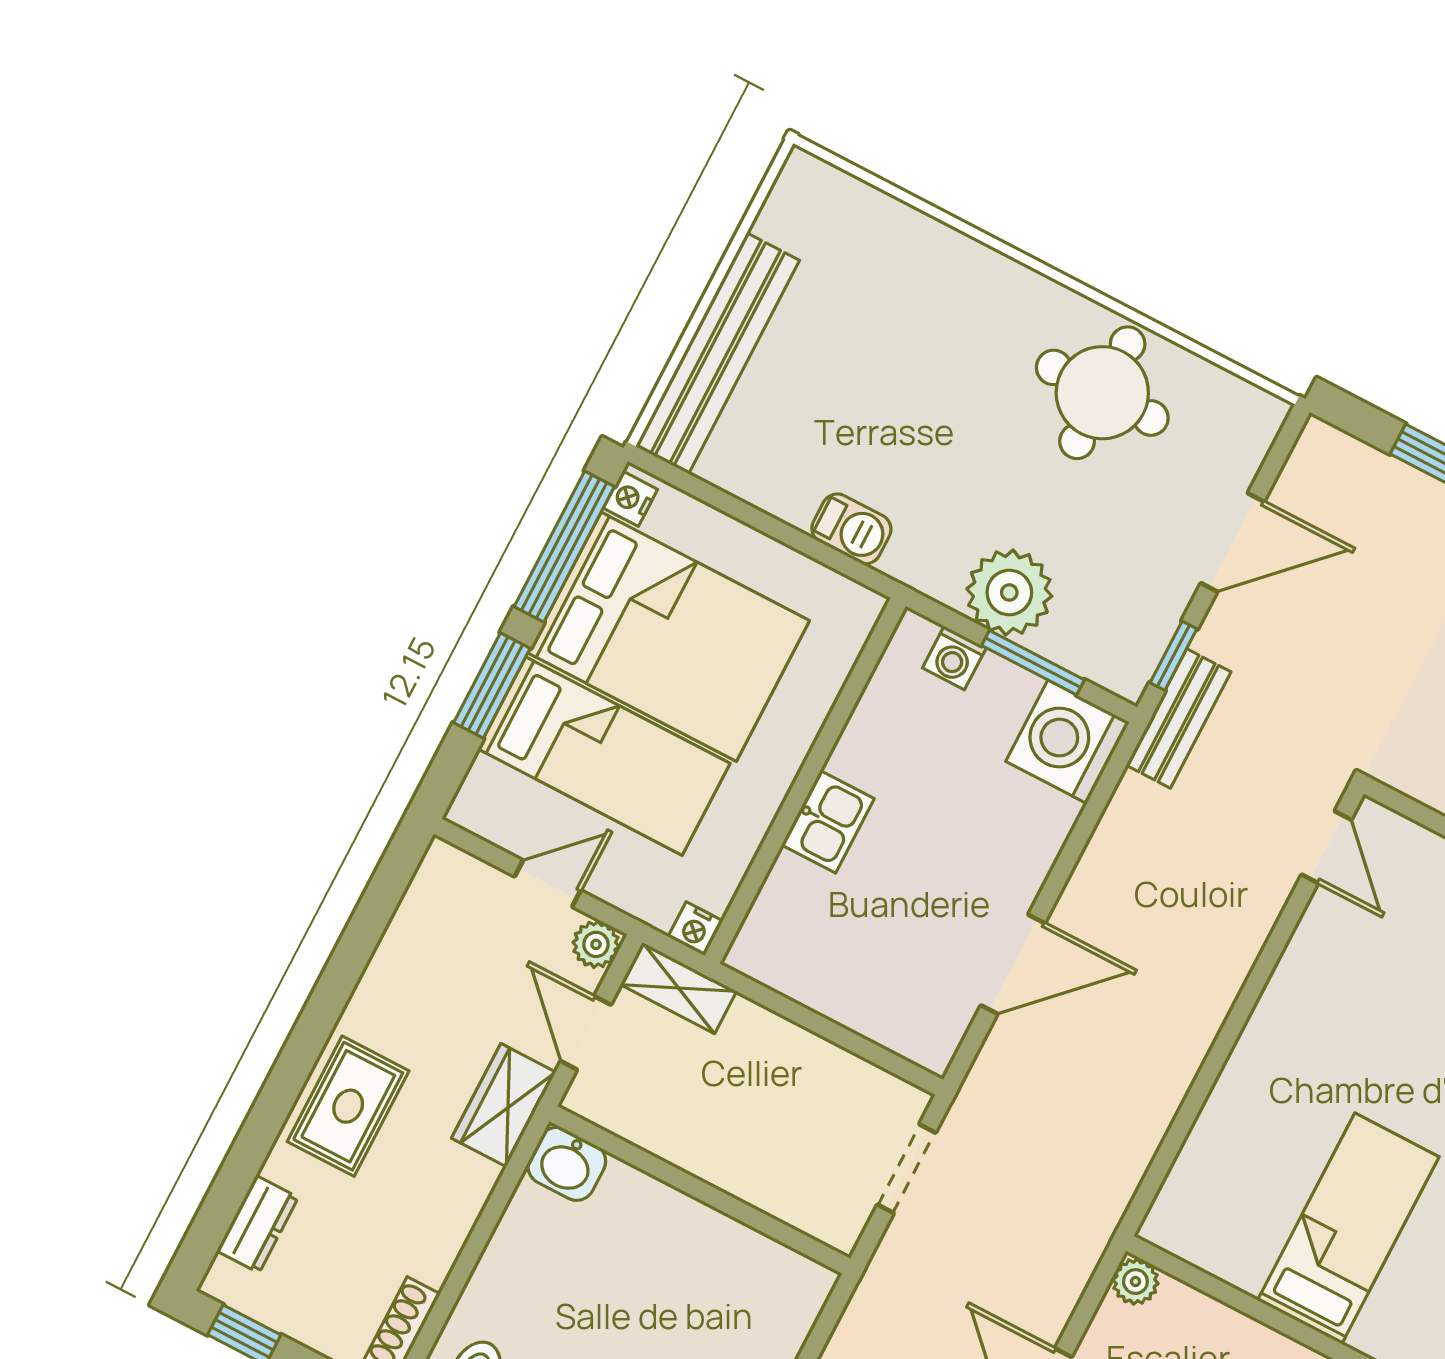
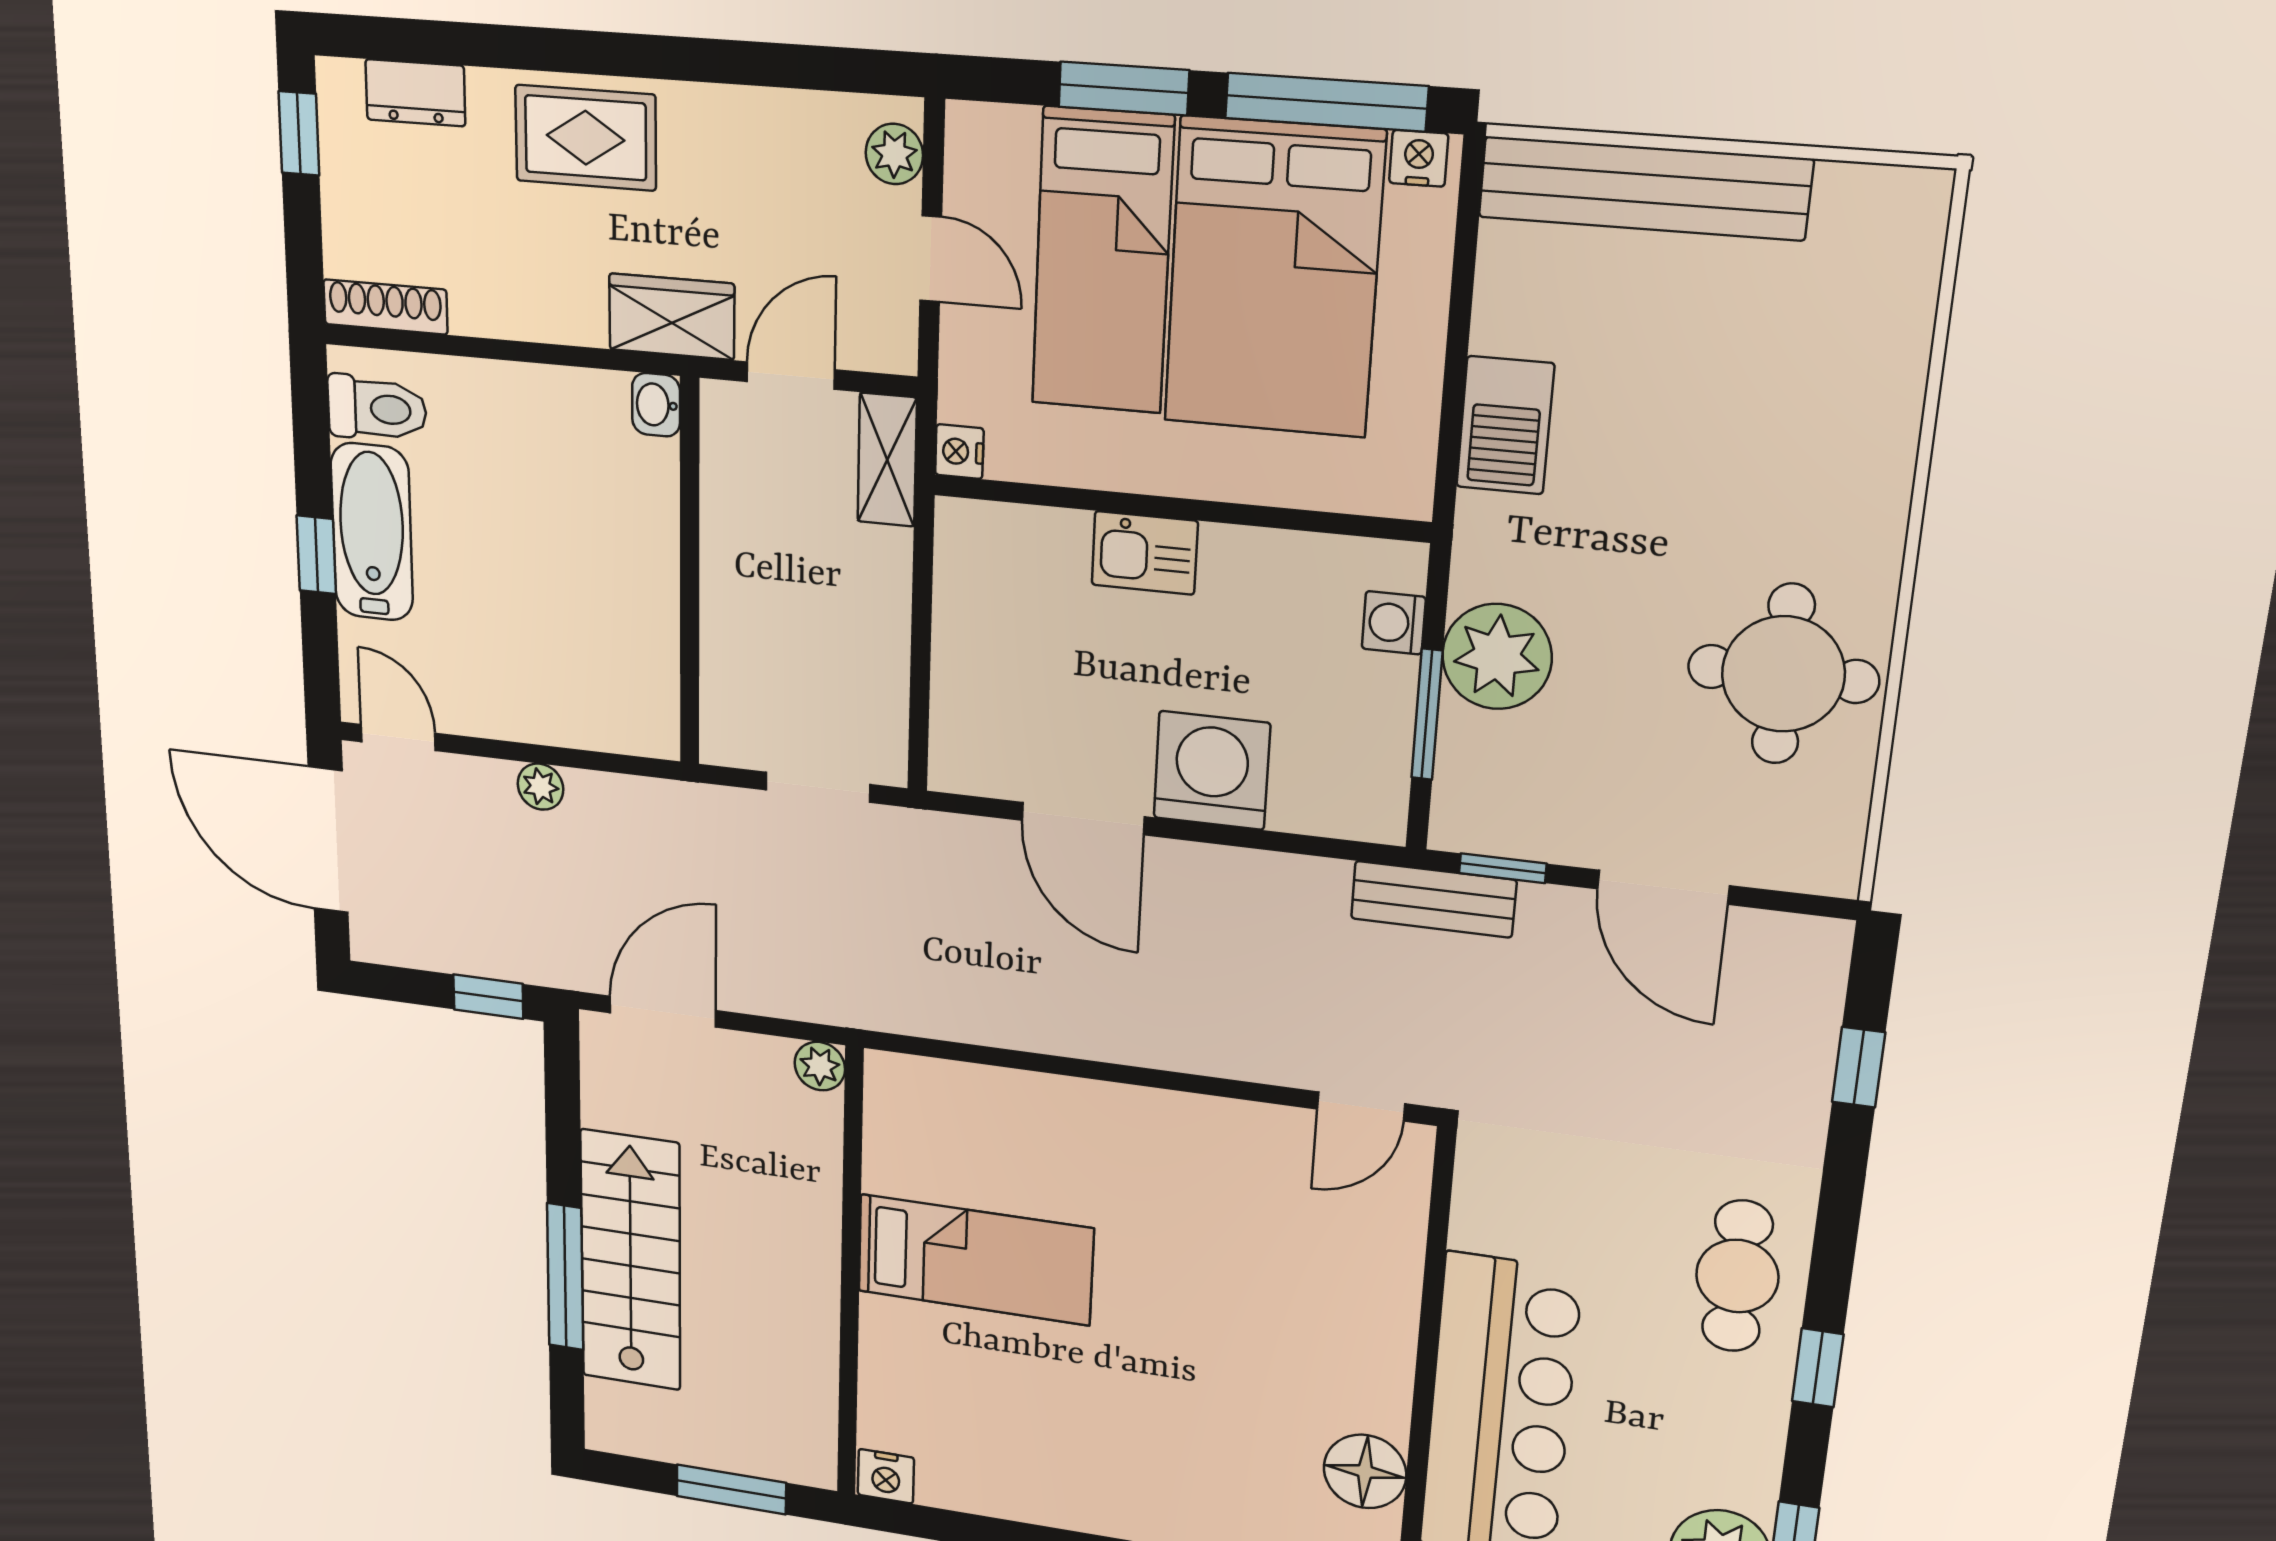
barbecue: (851, 529) -> (1505, 425), width x1.38, depth x1.27
washing machine: (1067, 742) -> (1212, 771), moved
plant: (596, 944) -> (894, 154), moved
washbasin: (567, 1164) -> (656, 405), width x0.72, depth x0.69

